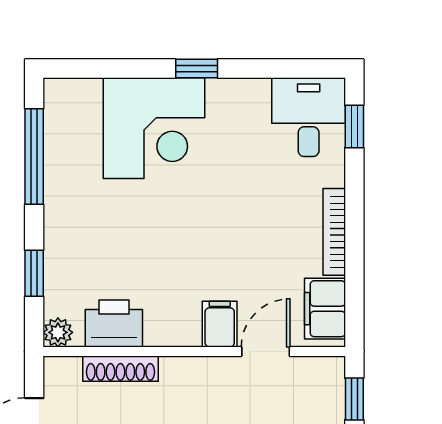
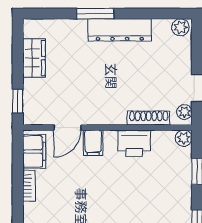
bookcase: (334, 232) -> (29, 186), width x0.64
printer: (114, 324) -> (134, 143), moved
plant: (57, 379) -> (184, 112), added

